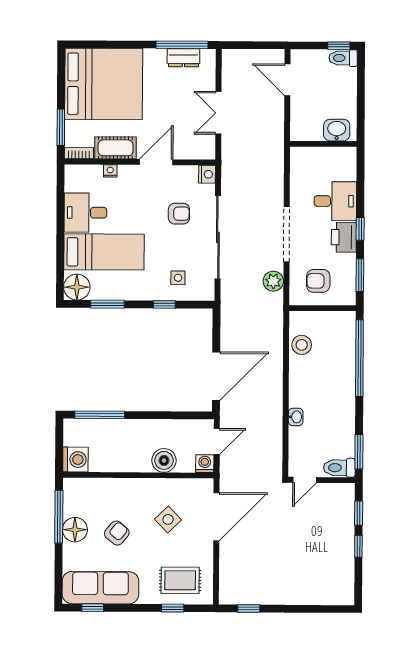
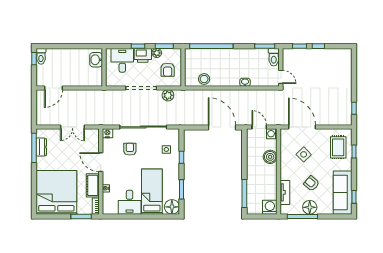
washbasin: (337, 130) -> (96, 60), moved
wall: (323, 144) -> (104, 67), moved
plant: (348, 262) -> (157, 53), added
tv unit: (101, 486) -> (285, 192), added

